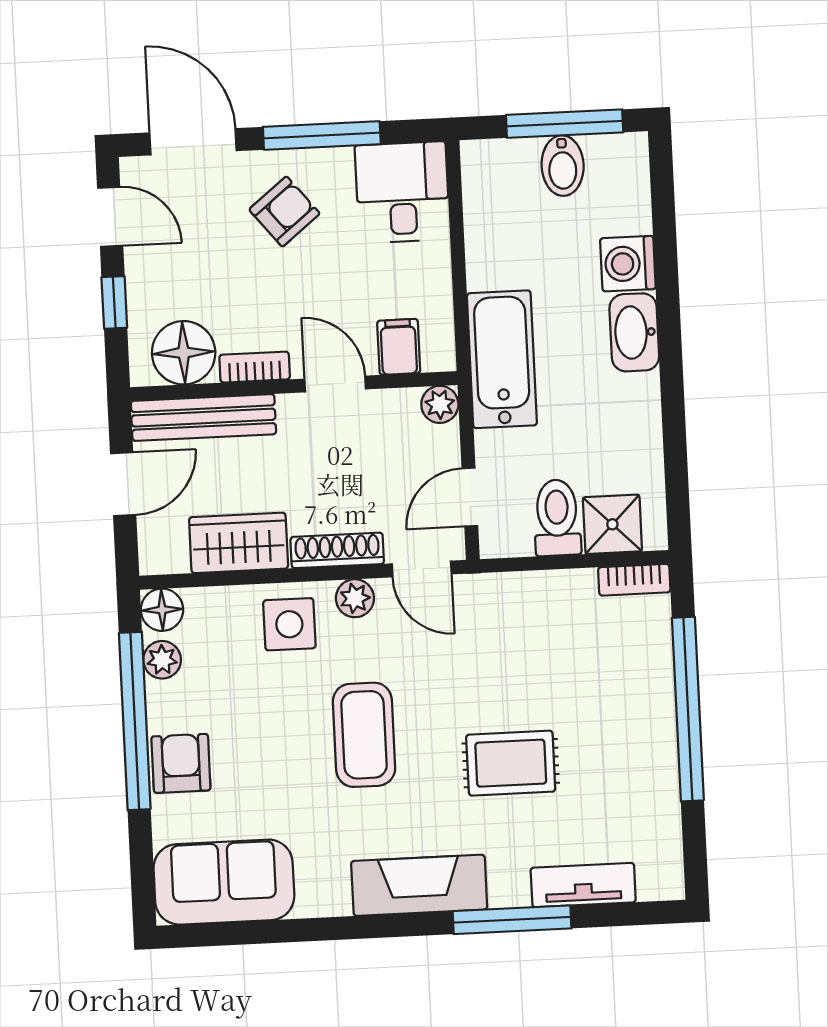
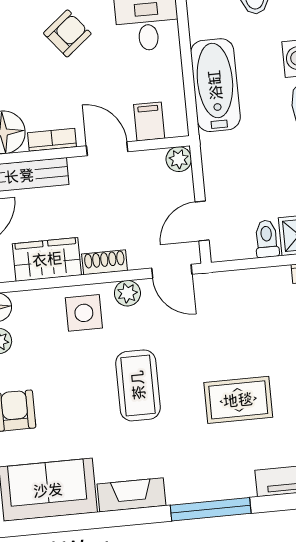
bathtub: (502, 359) -> (215, 85), moved
toilet: (557, 518) -> (267, 239), width x0.73, depth x0.72
shoe rack: (337, 550) -> (105, 262), width x0.70
fireplace: (419, 885) -> (132, 495), moved, width x0.73, depth x0.76
window: (512, 920) -> (211, 509), moved

